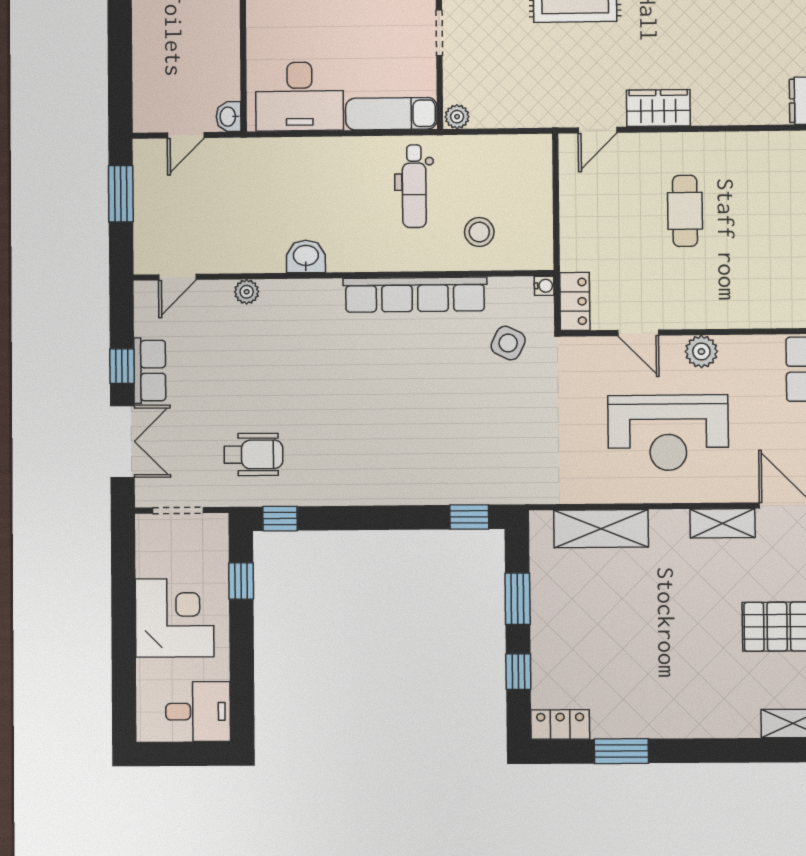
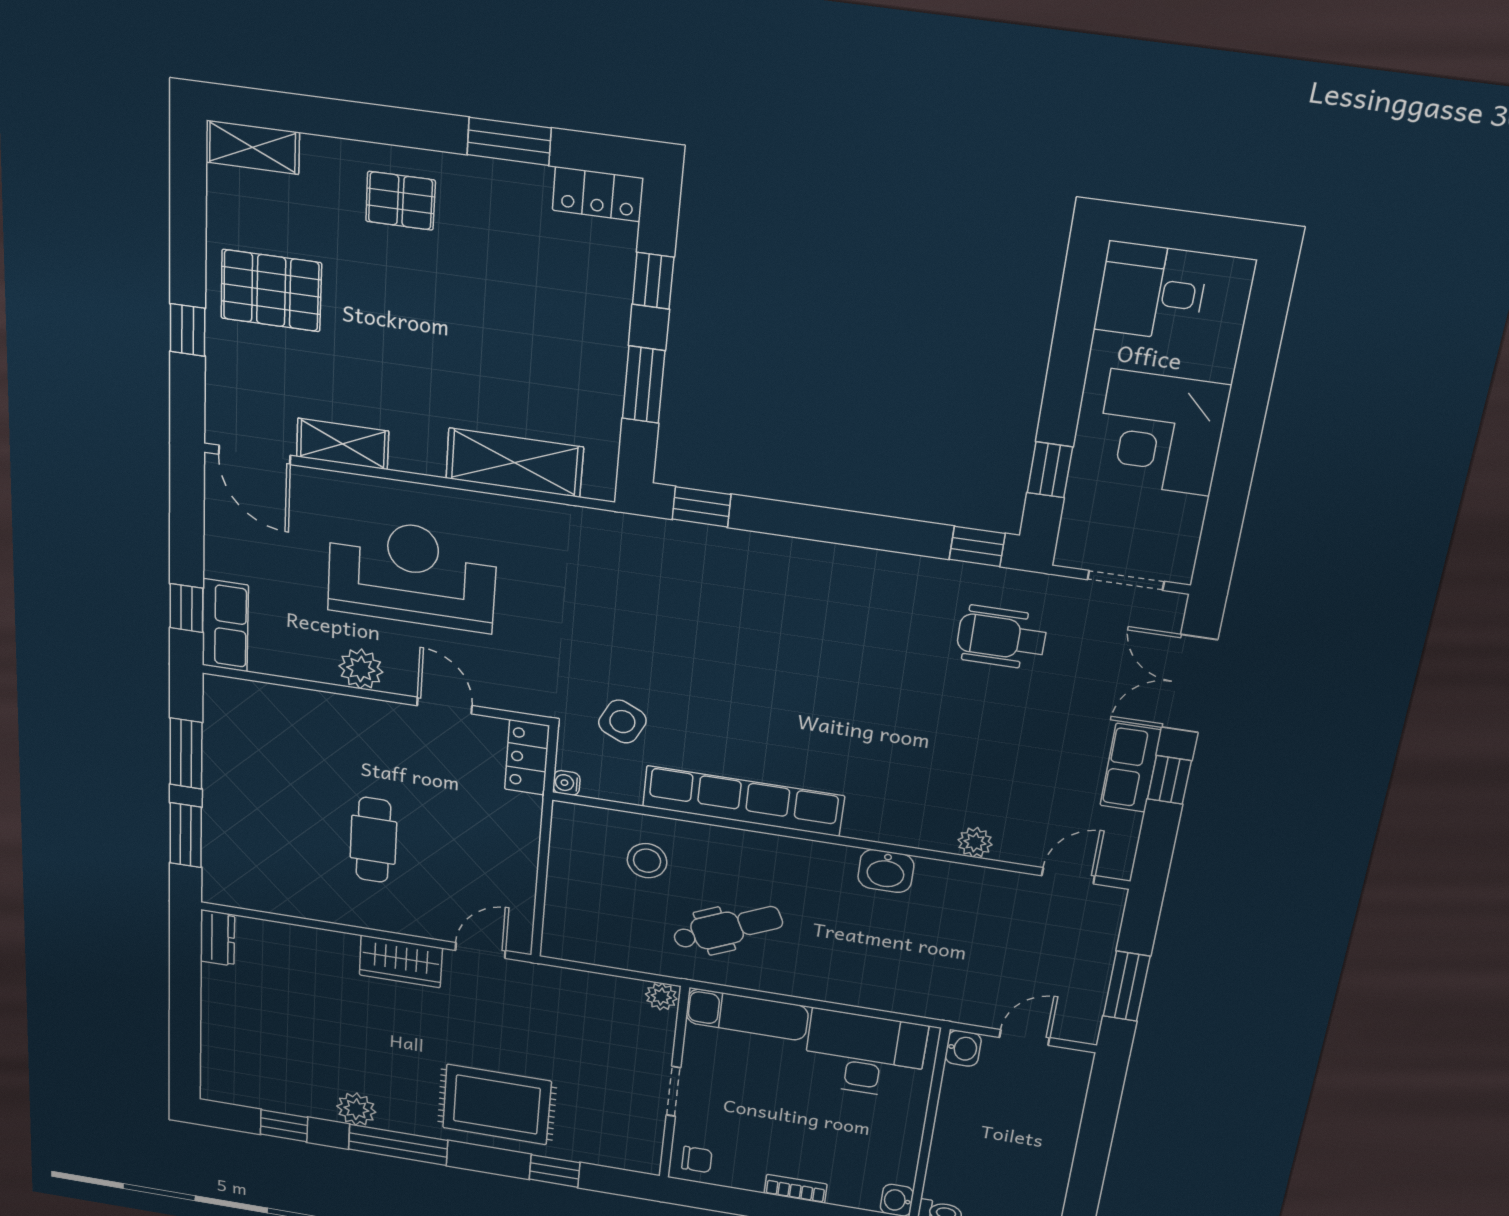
dental chair: (414, 186) -> (728, 928), turned 65
pallet: (691, 701) -> (400, 201), added

